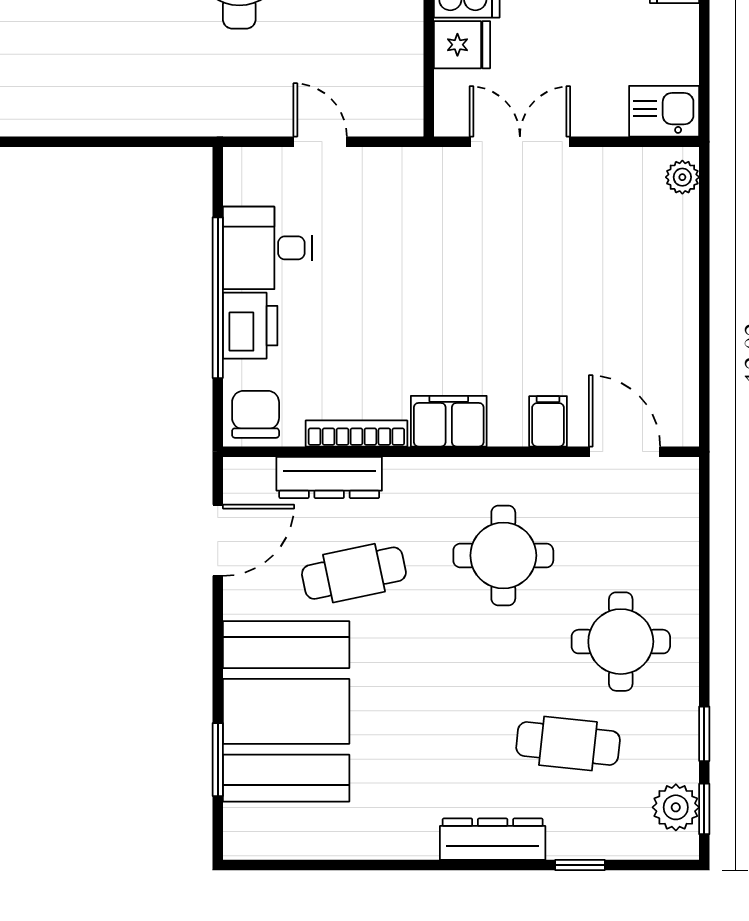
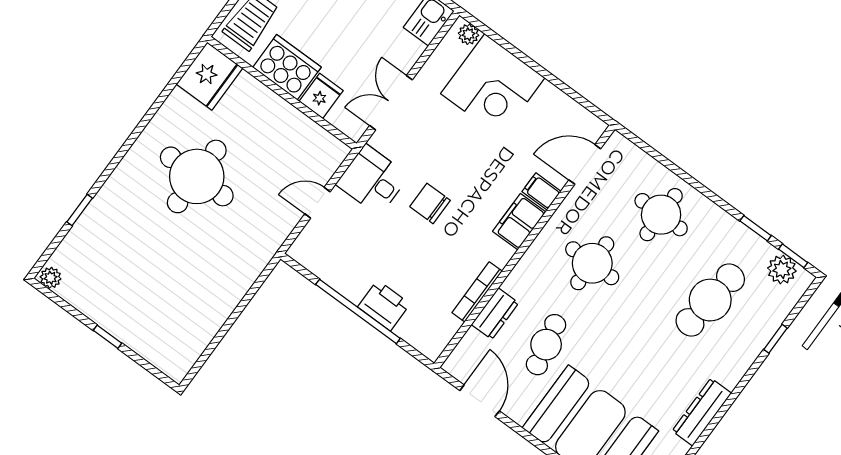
desk: (267, 248) -> (372, 180), moved, turned 90
corner desk: (639, 258) -> (493, 86), added
chair: (256, 414) -> (430, 203), moved
filing cabinet: (449, 421) -> (519, 222), moved
dresser: (329, 477) -> (495, 314), width x0.70
round table: (621, 642) -> (661, 215), moved
cafe table: (568, 744) -> (710, 300), width x1.37, depth x1.35
dresser: (493, 839) -> (702, 412), moved

